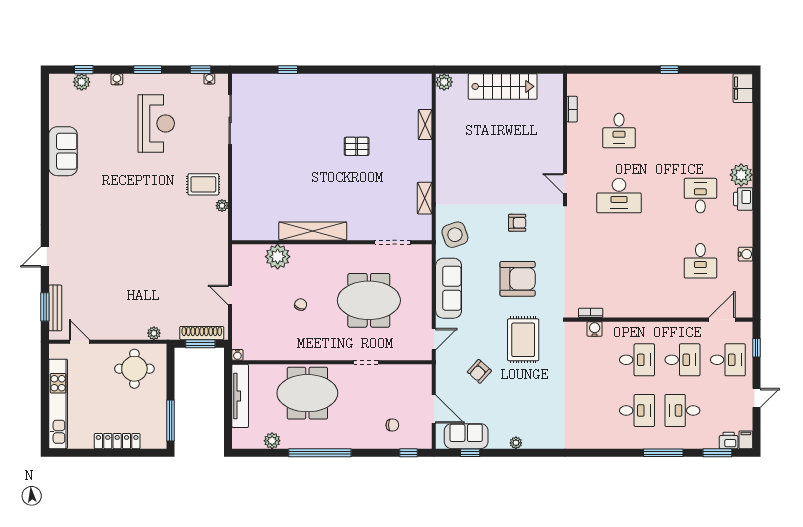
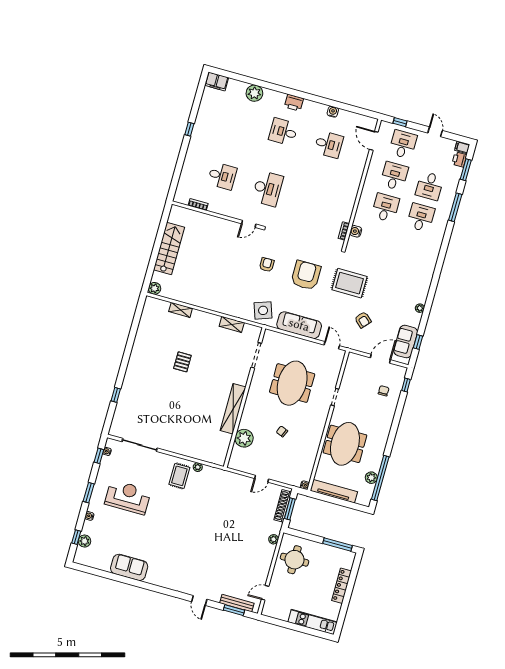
plant: (741, 175) -> (254, 93), moved
kitchen unit: (58, 404) -> (313, 622), width x0.73
window: (320, 453) -> (380, 478), moved

